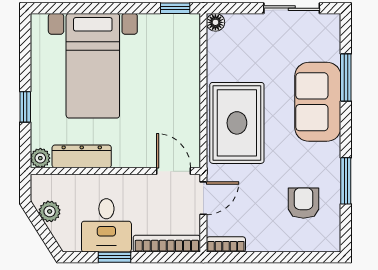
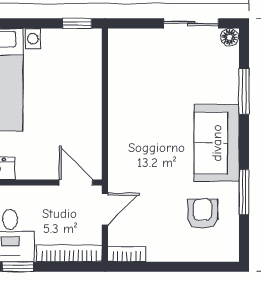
floor lamp: (215, 22) -> (229, 37), moved
sofa: (318, 102) -> (217, 143), moved
rug: (237, 123) -> (138, 136), removed

